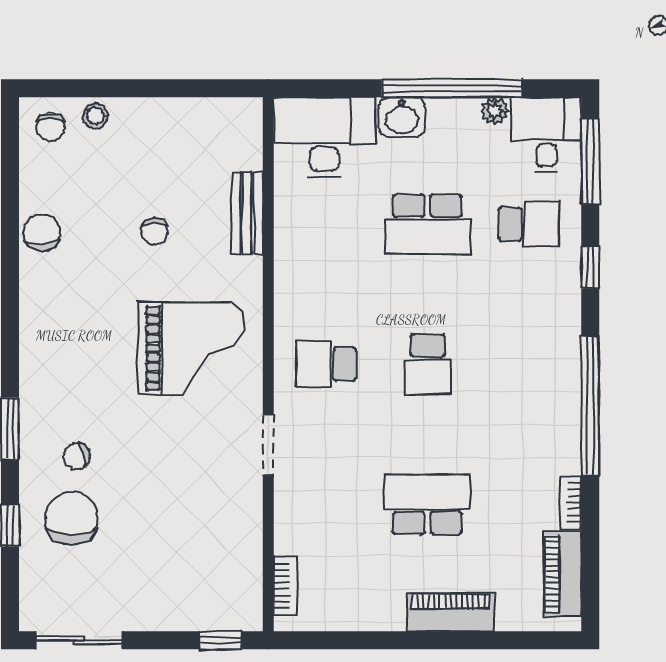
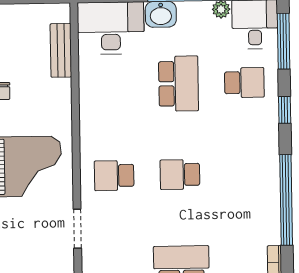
bench: (247, 213) -> (61, 50), moved
school desk: (427, 224) -> (178, 84), turned -90
school desk: (427, 364) -> (180, 175), turned 90

